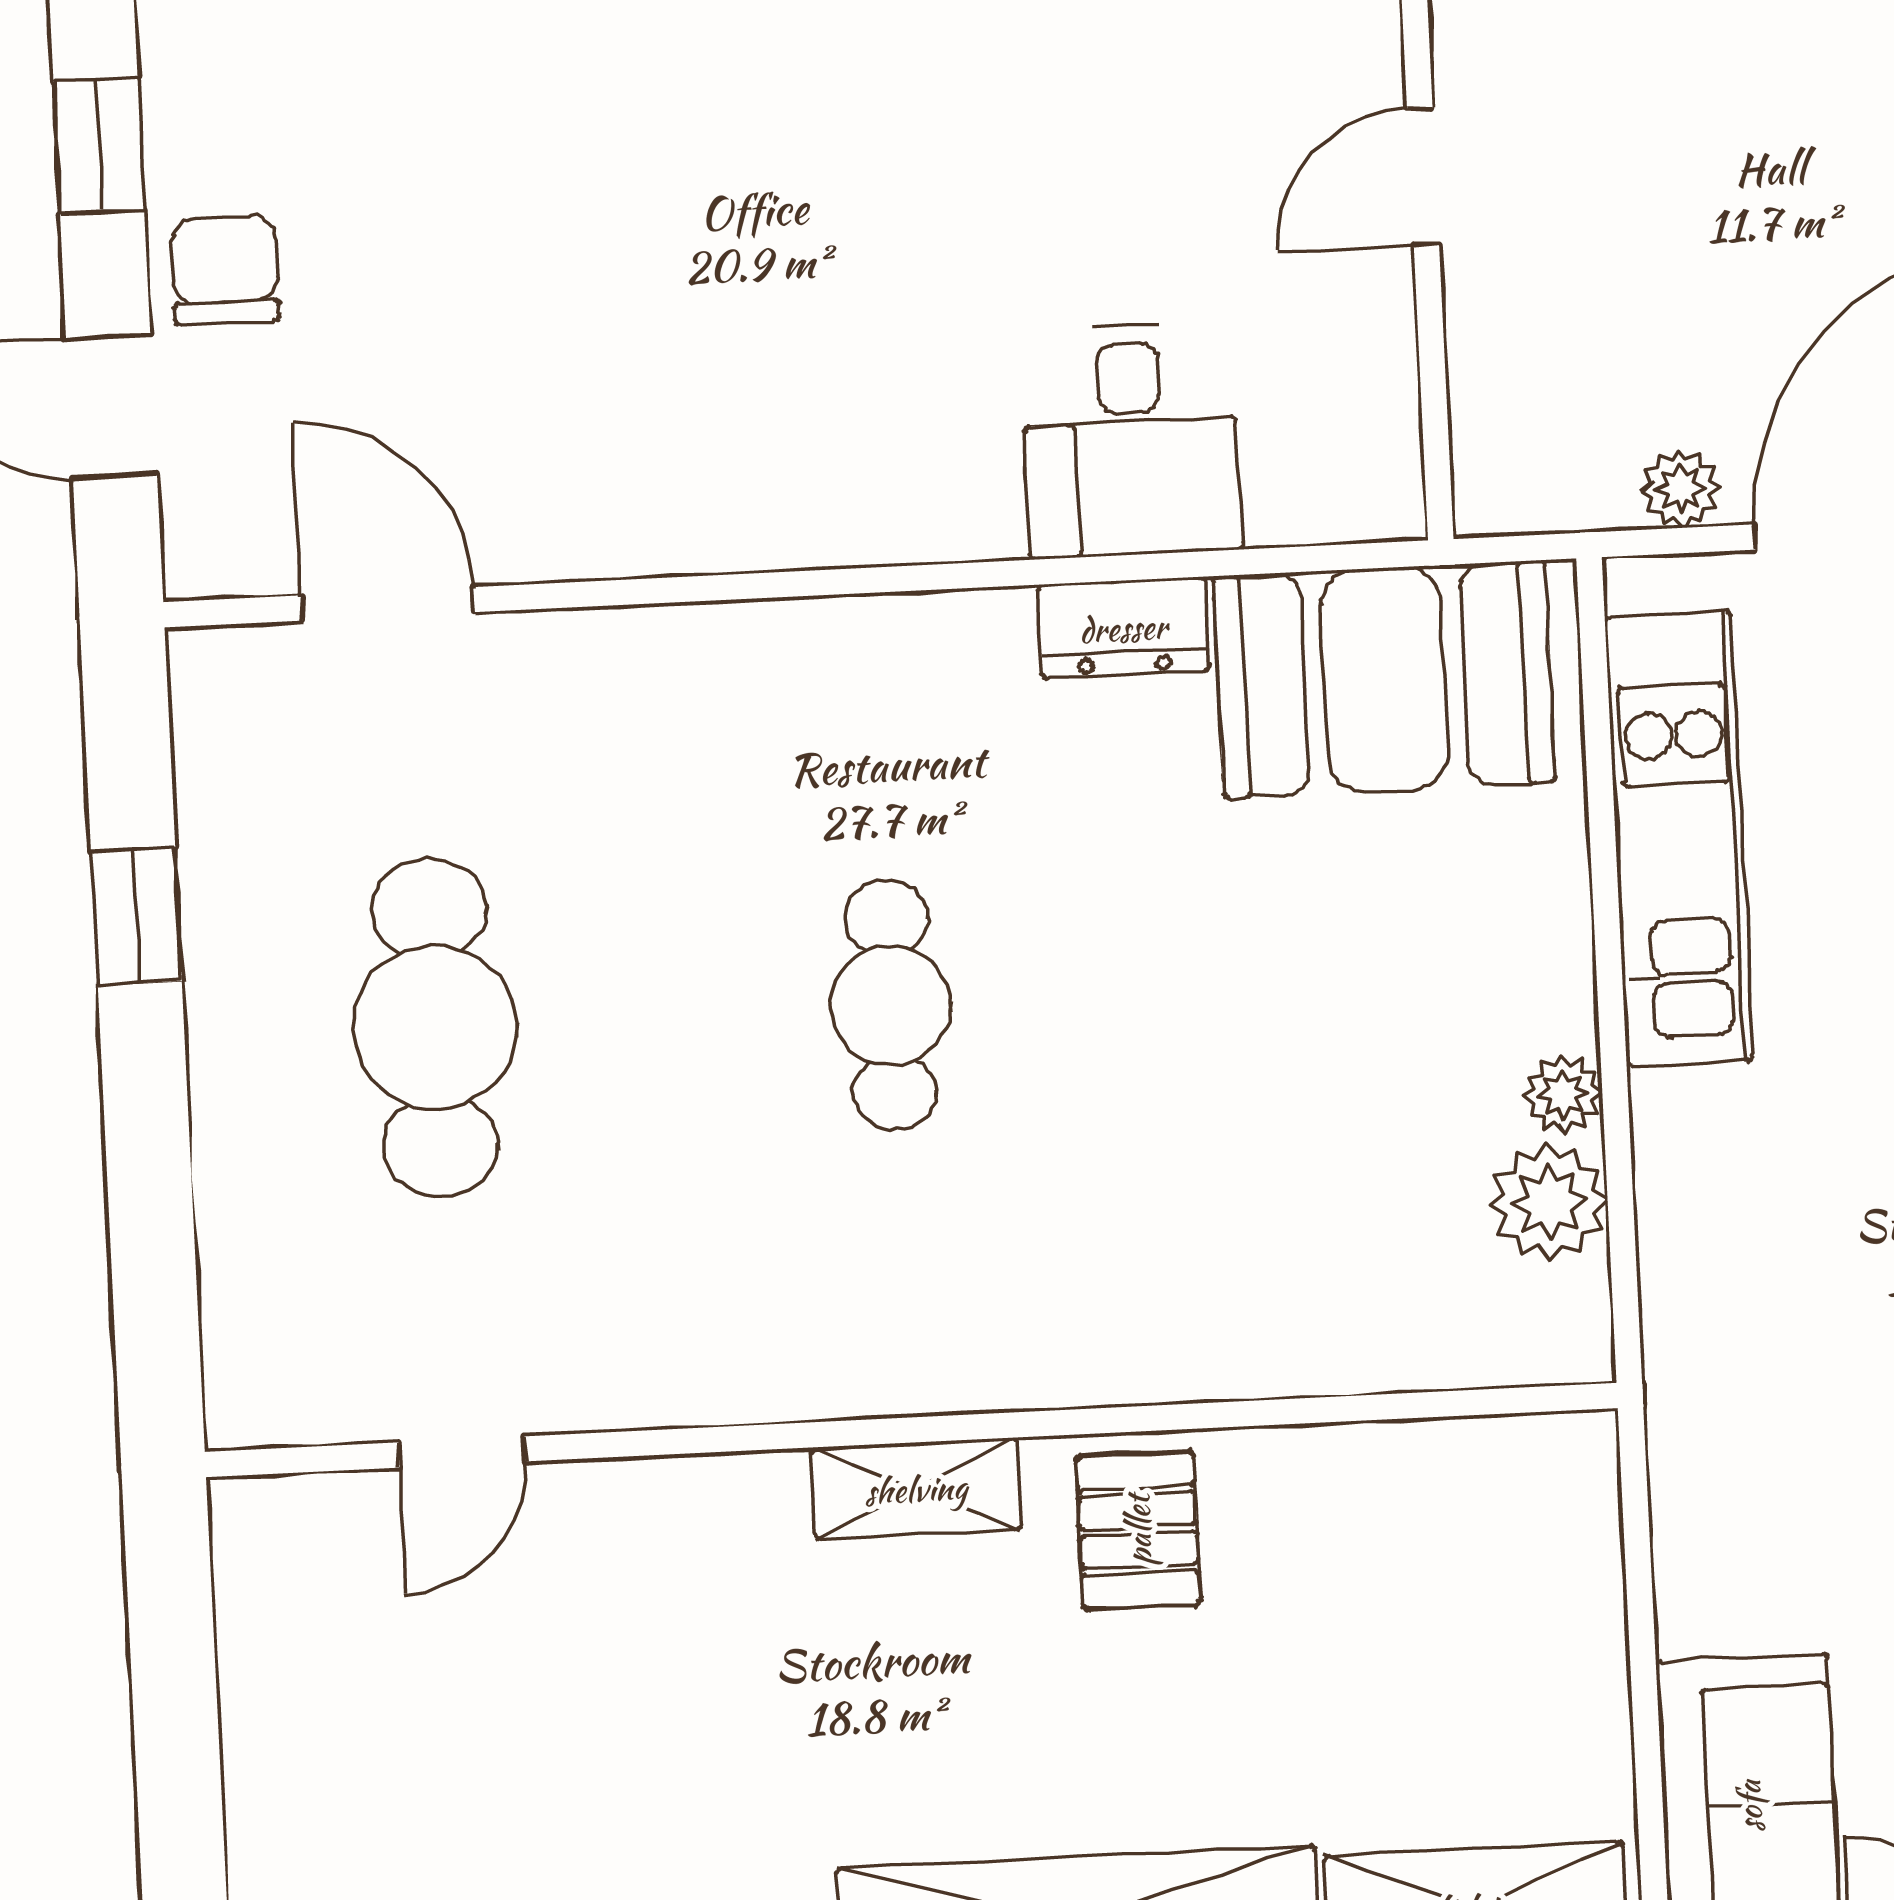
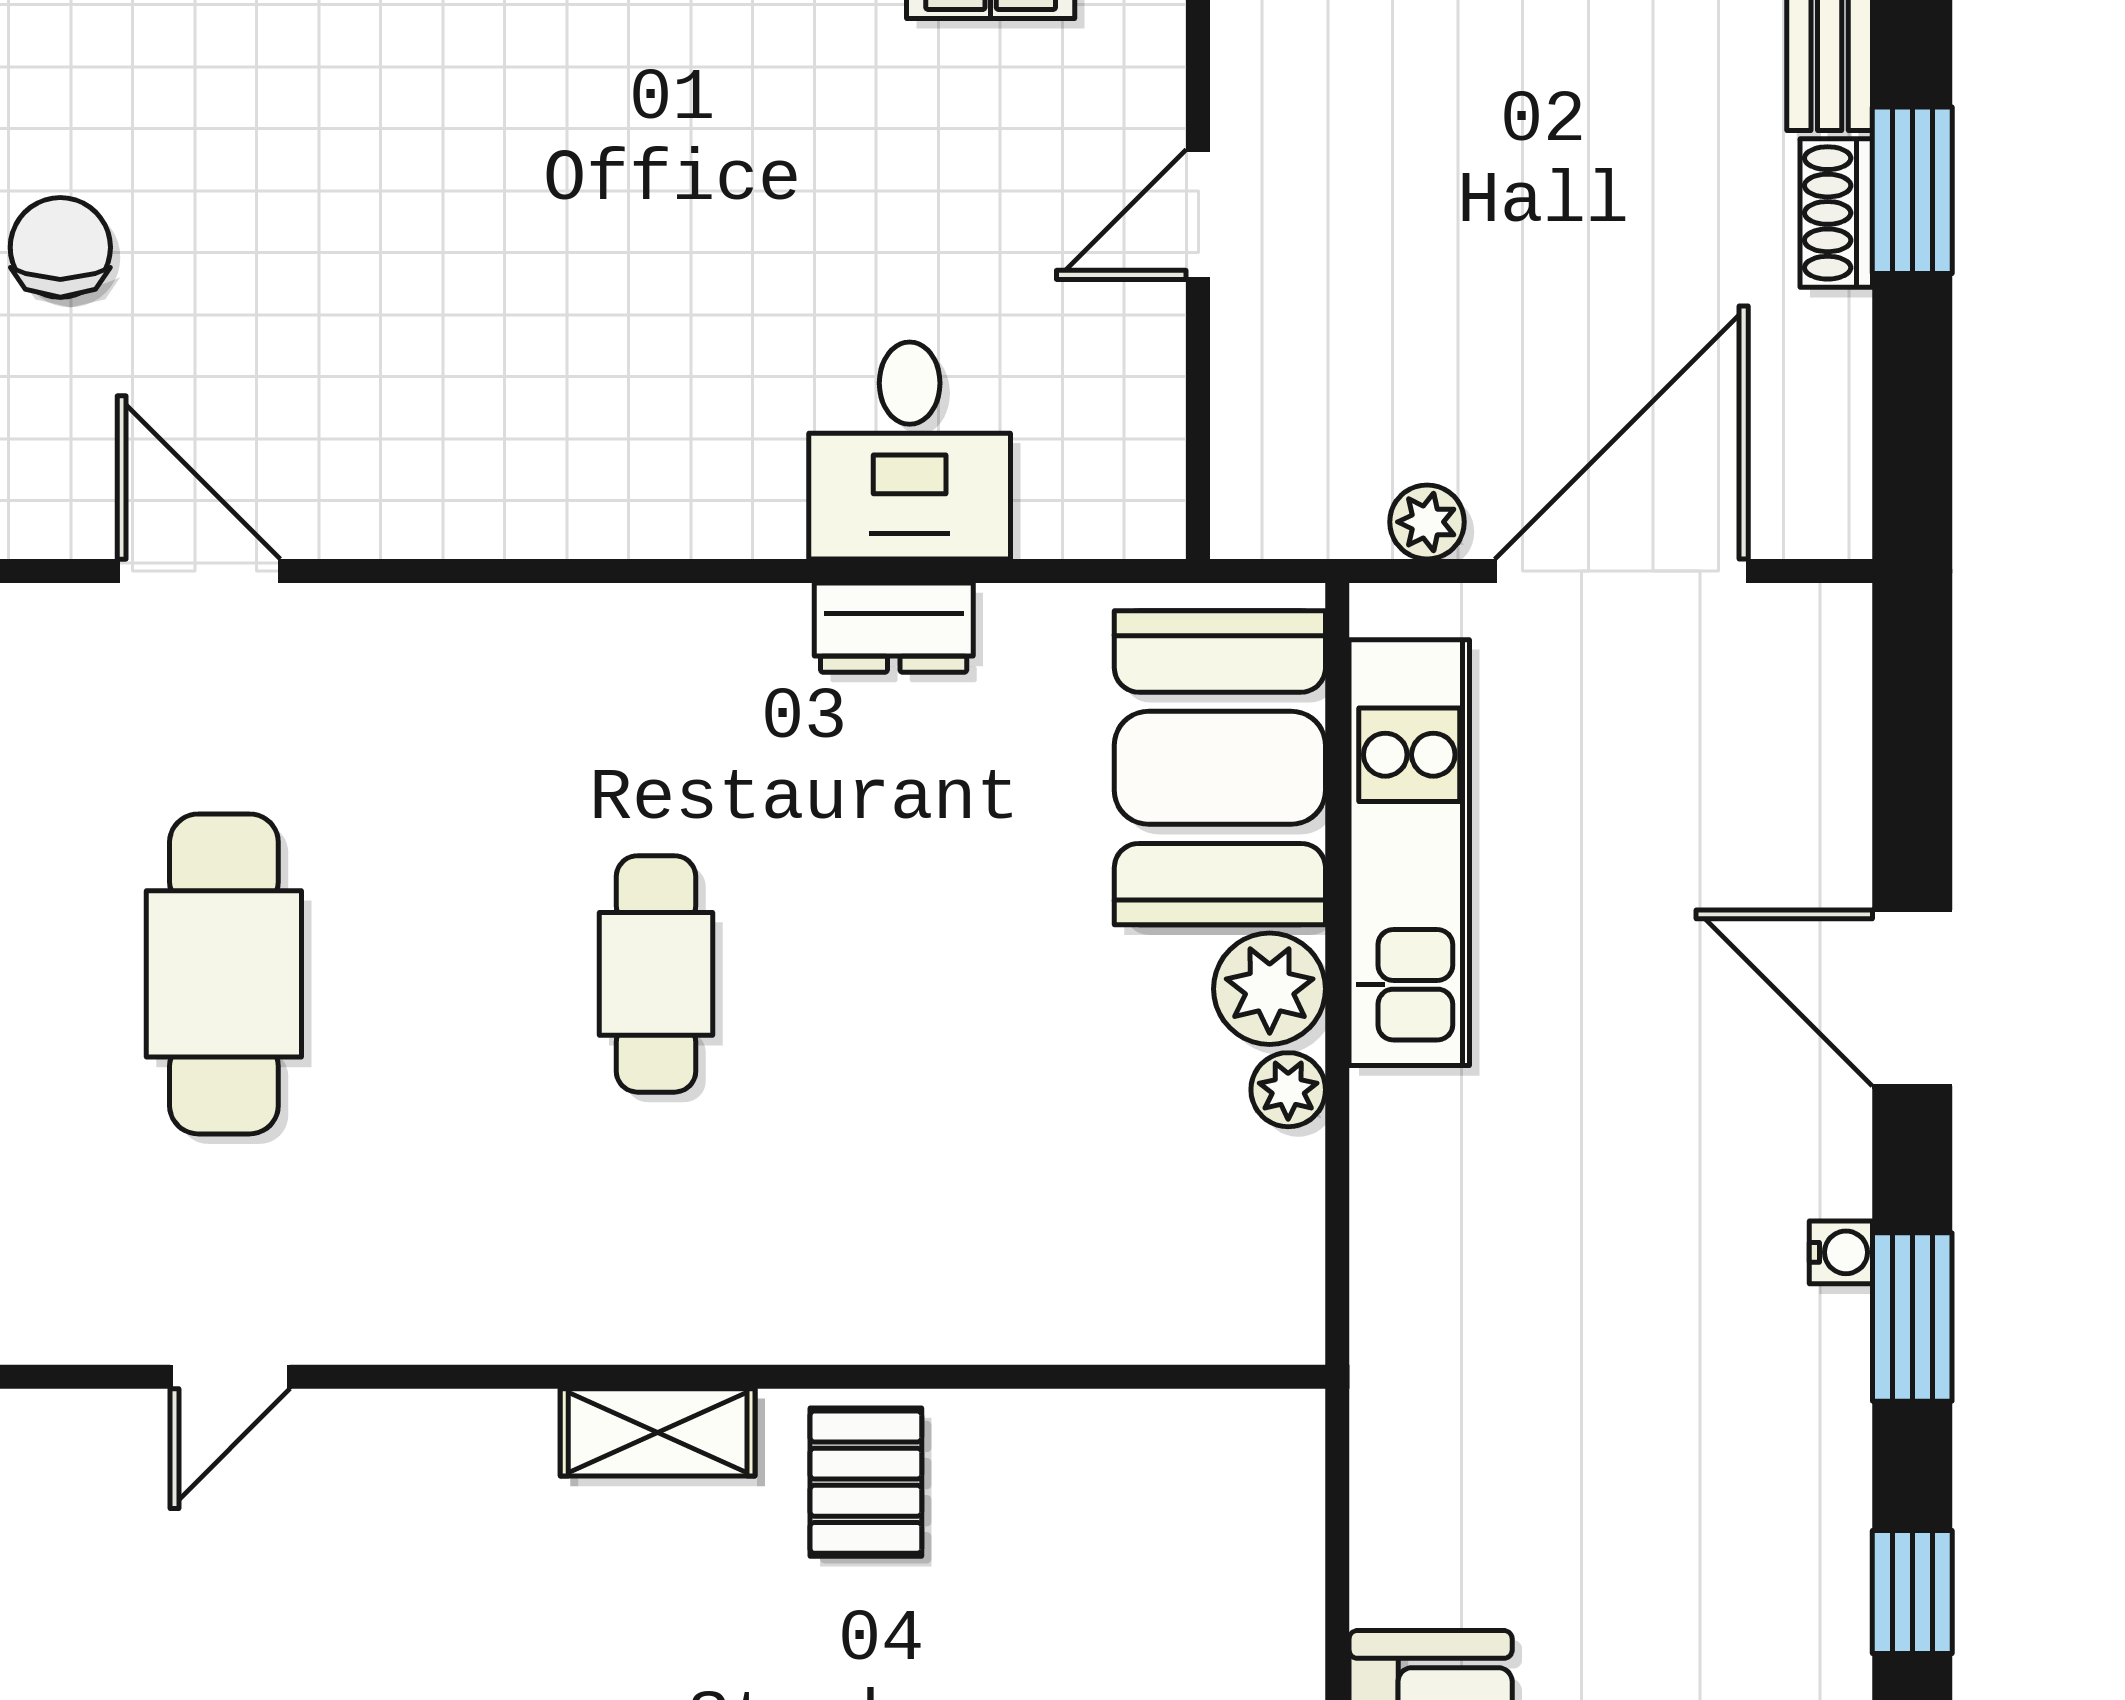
booth: (1384, 679) -> (1220, 768), moved, turned 90
plant: (1549, 1202) -> (1270, 989), moved

